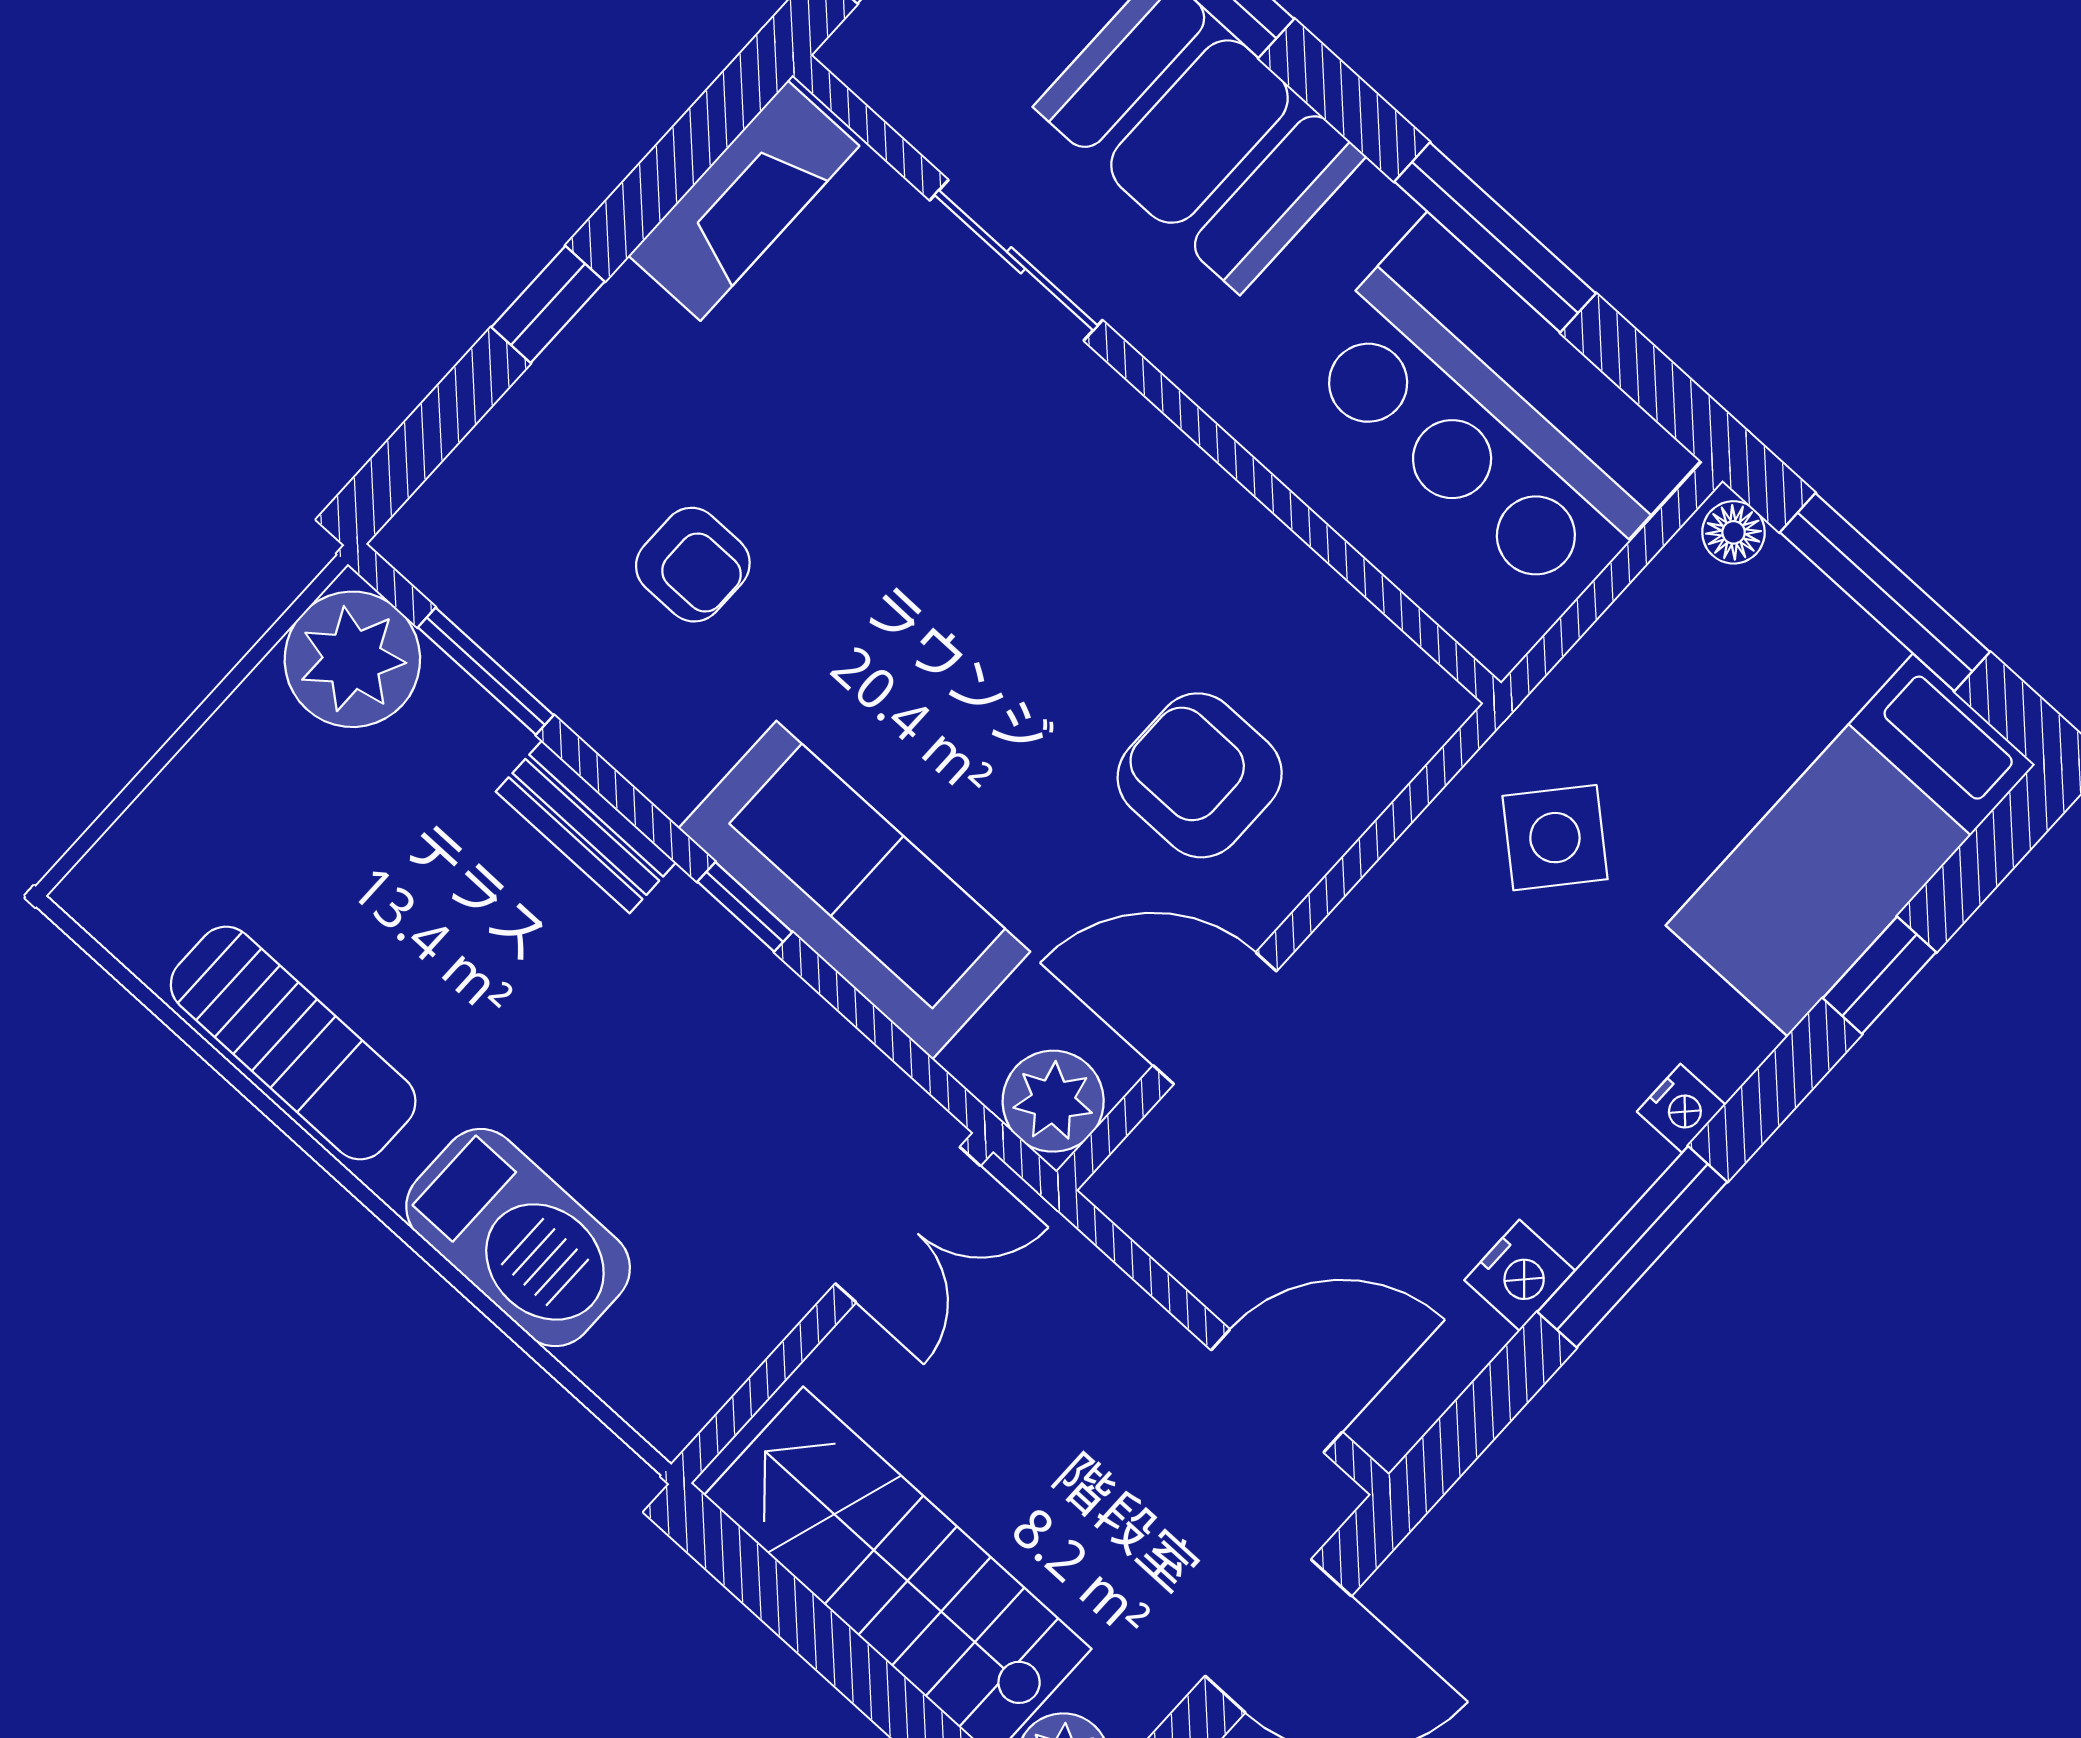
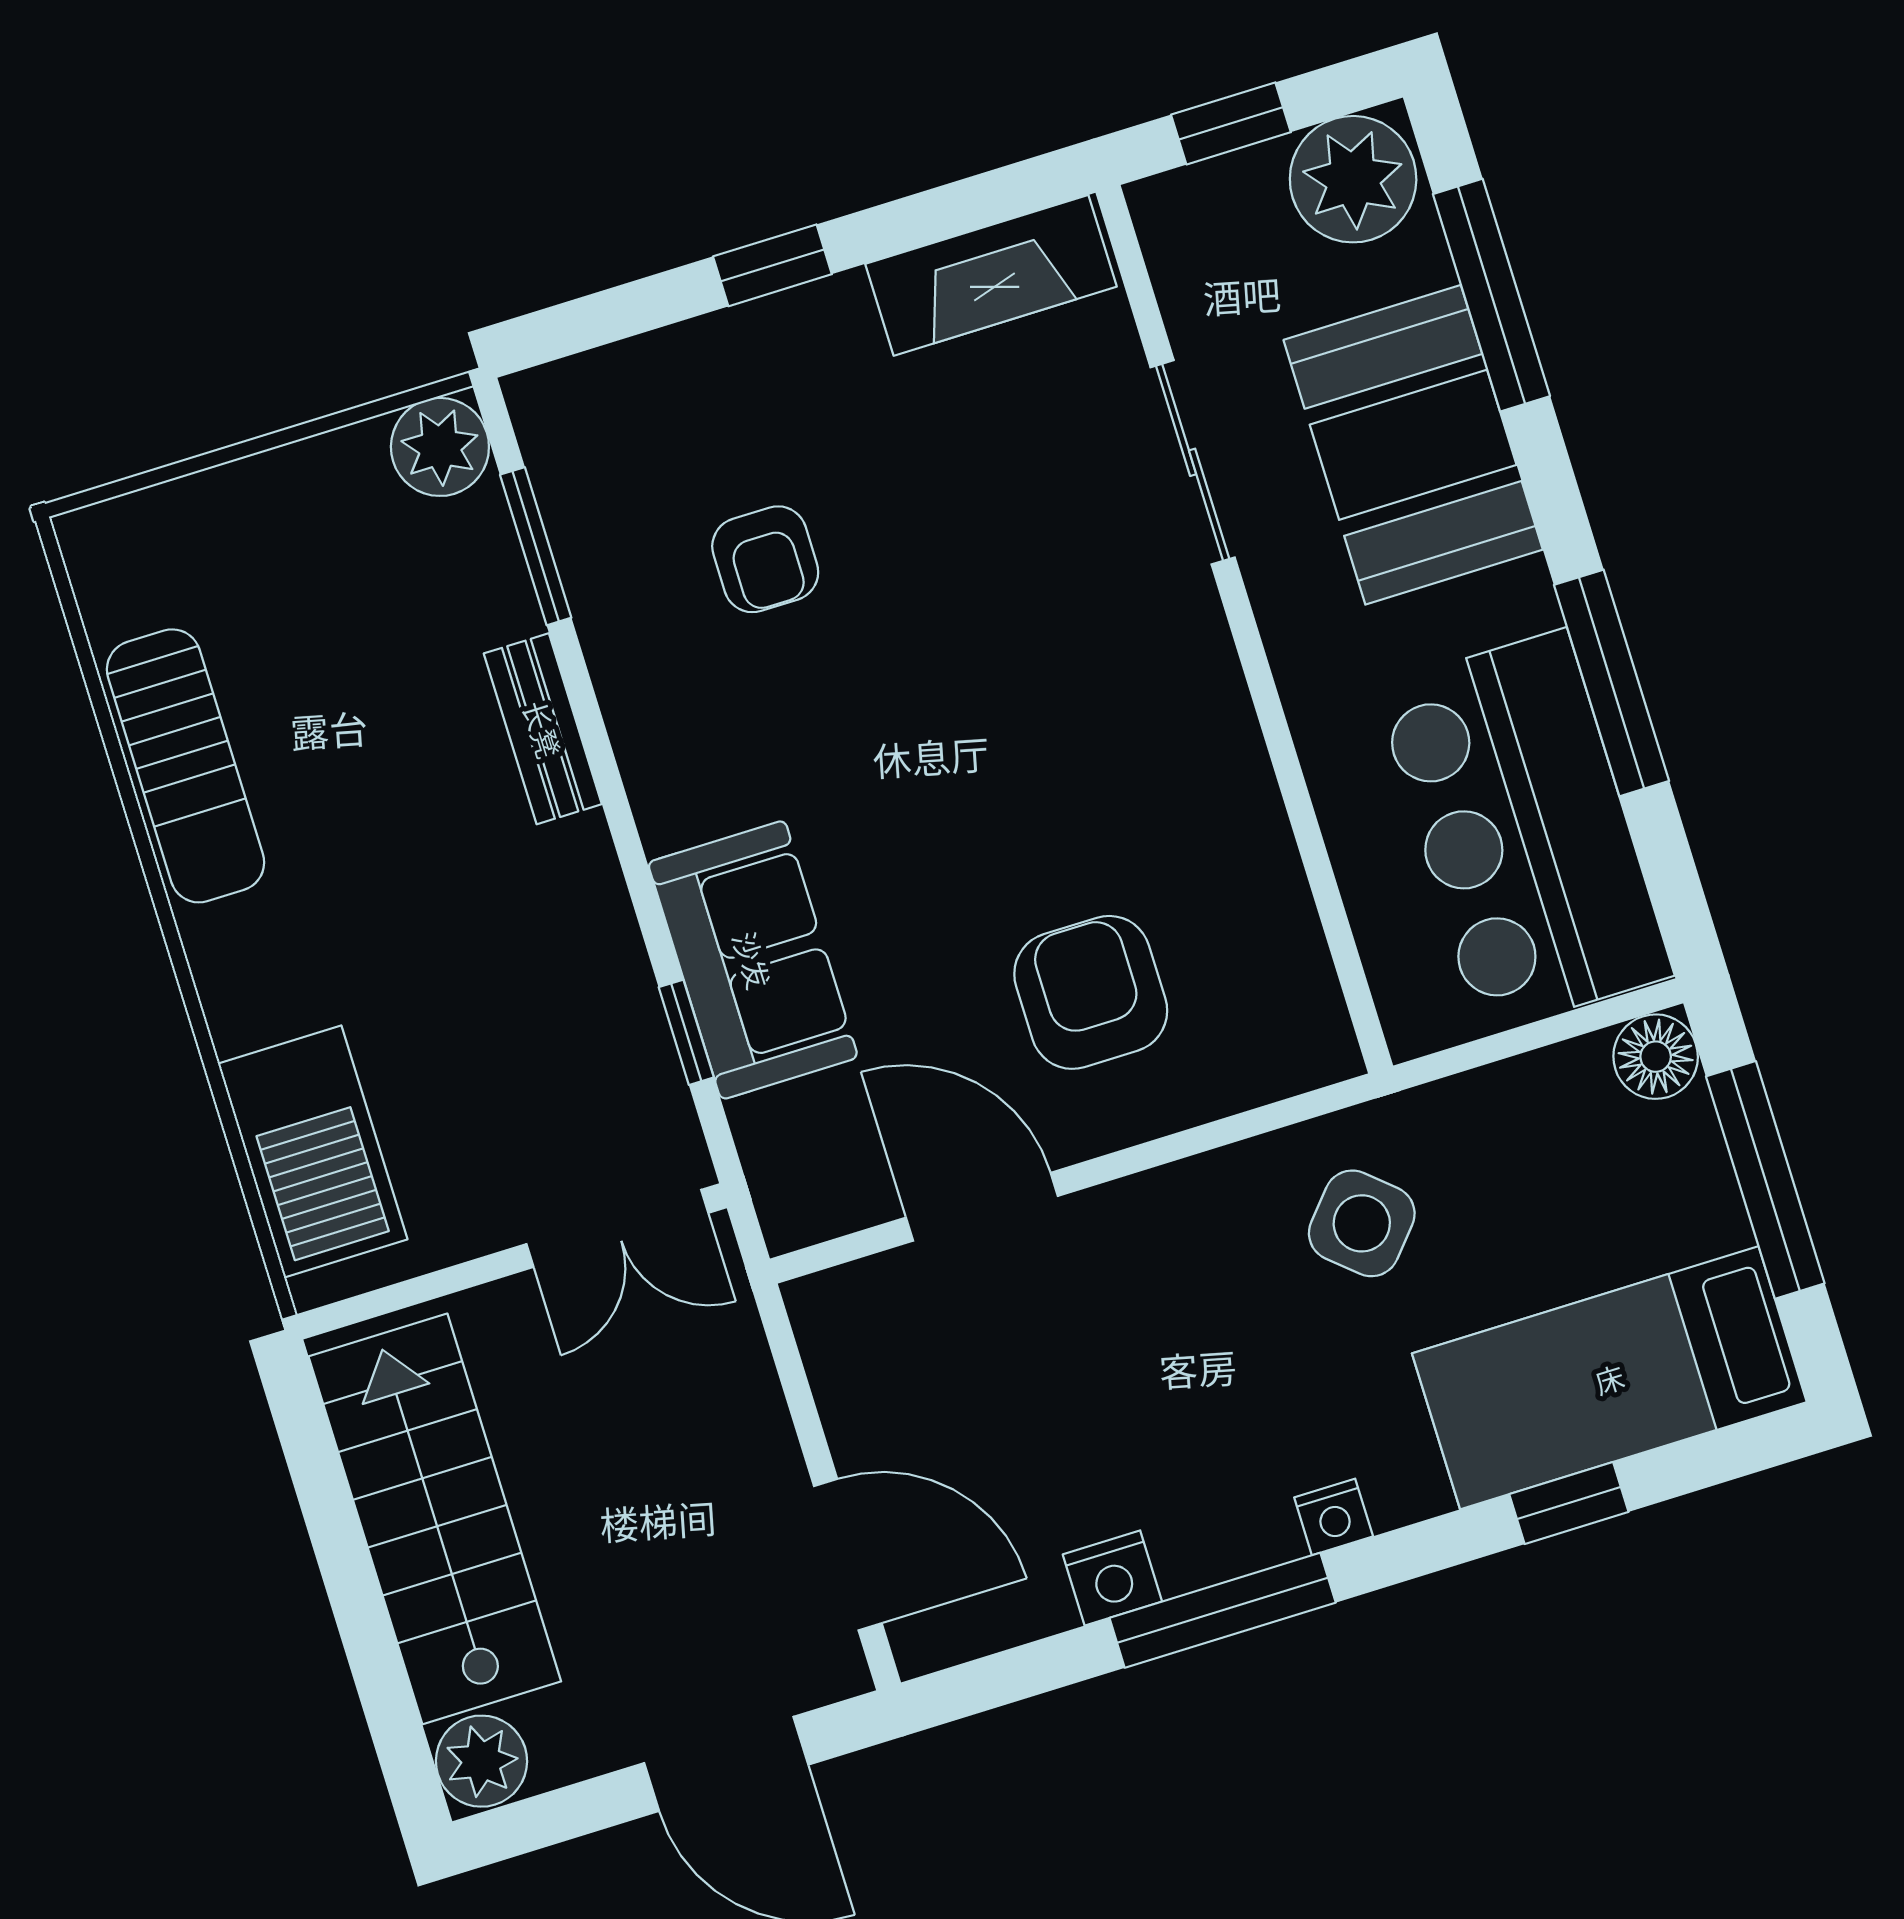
floor lamp: (1734, 532) -> (1656, 1057), width x1.37, depth x1.37
plant: (352, 659) -> (440, 447), width x0.73, depth x0.73
sofa: (854, 890) -> (753, 960), width x0.73
window: (745, 907) -> (686, 1032), moved
plant: (1053, 1101) -> (803, 1196), removed
barbecue: (518, 1238) -> (313, 1152), moved

